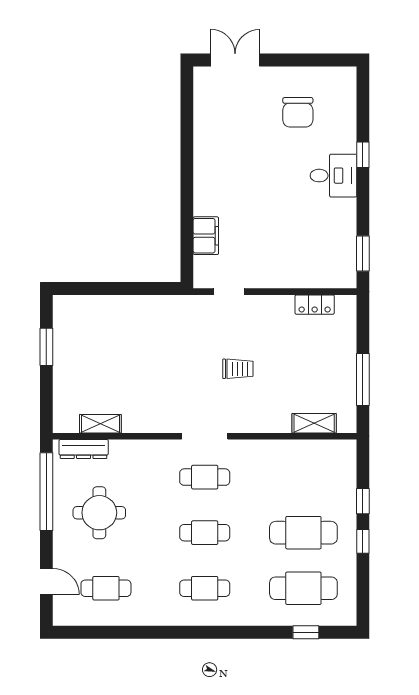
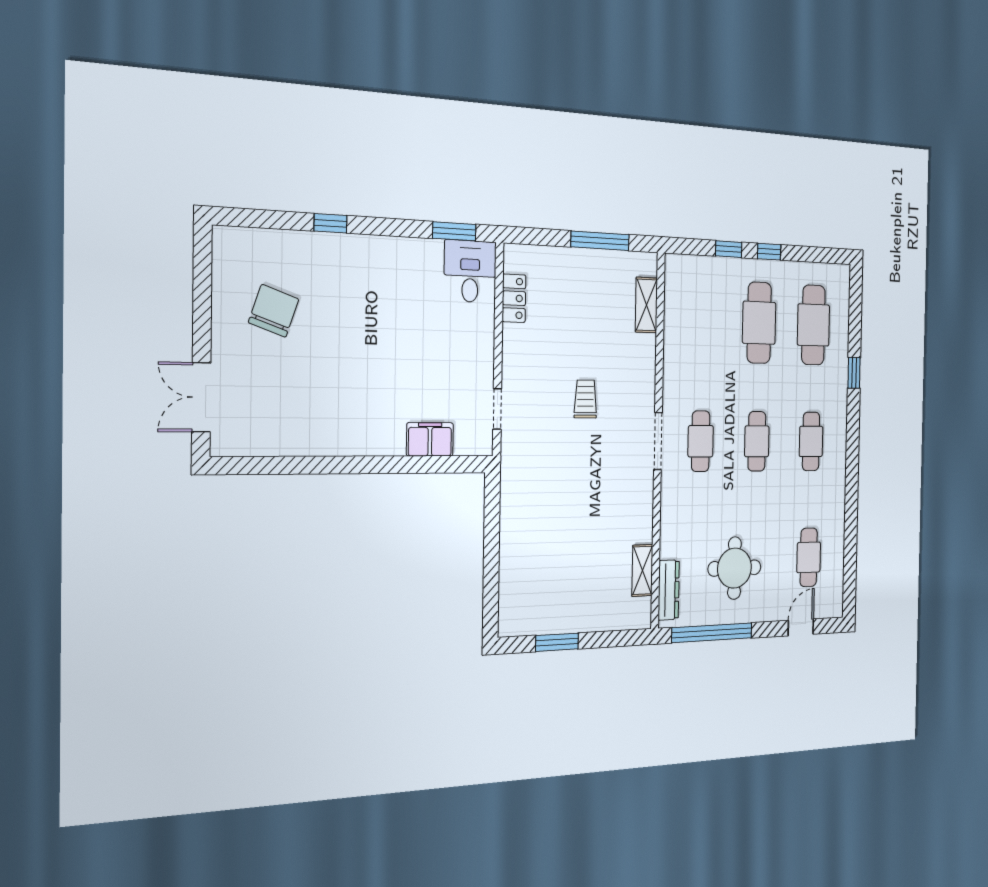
chair: (298, 112) -> (274, 311), turned -71
desk: (333, 176) -> (470, 271), moved
window: (306, 632) -> (854, 373), moved

